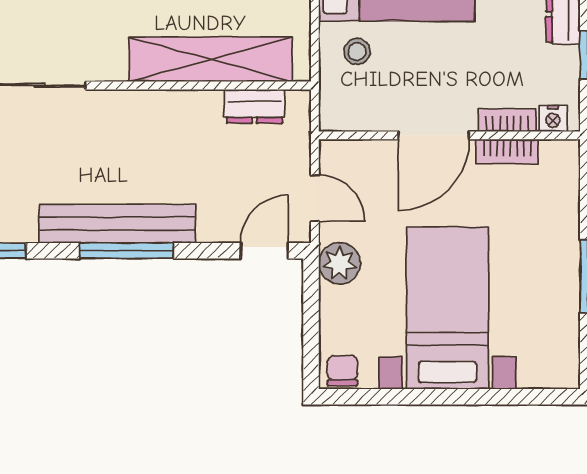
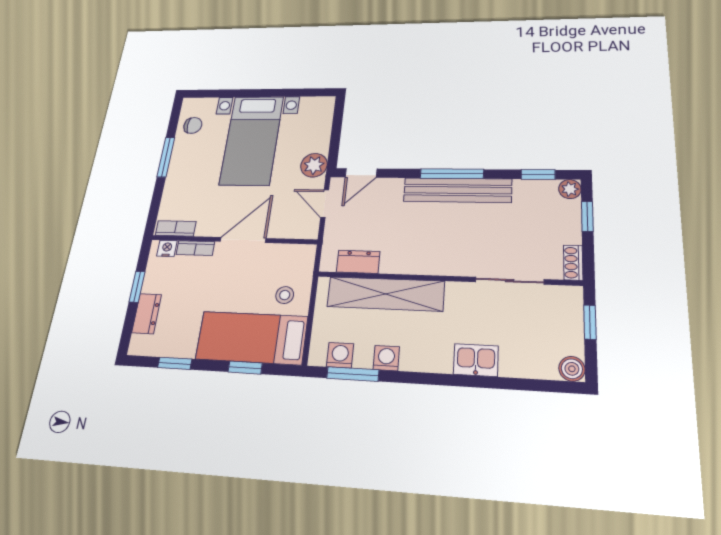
bookcase: (507, 152) -> (176, 228), moved
chair: (342, 371) -> (193, 125), moved, turned -90

